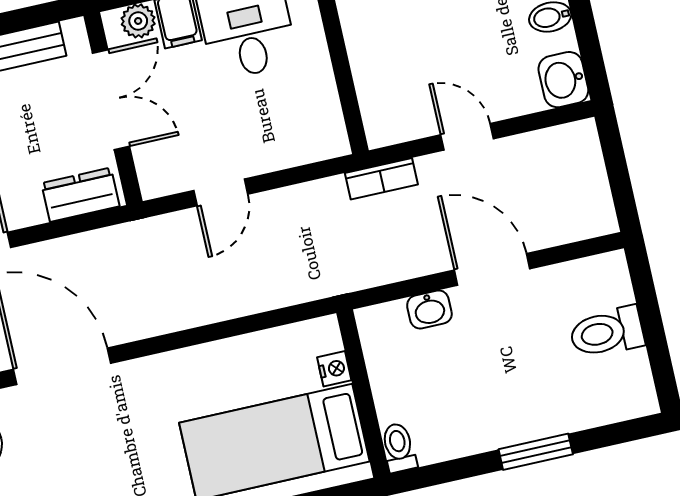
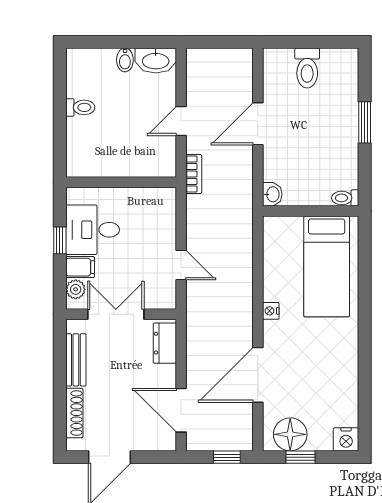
washbasin: (563, 80) -> (156, 60), width x1.38
washbasin: (429, 310) -> (272, 194), moved
nightstand: (334, 369) -> (271, 311), moved, turned -90

